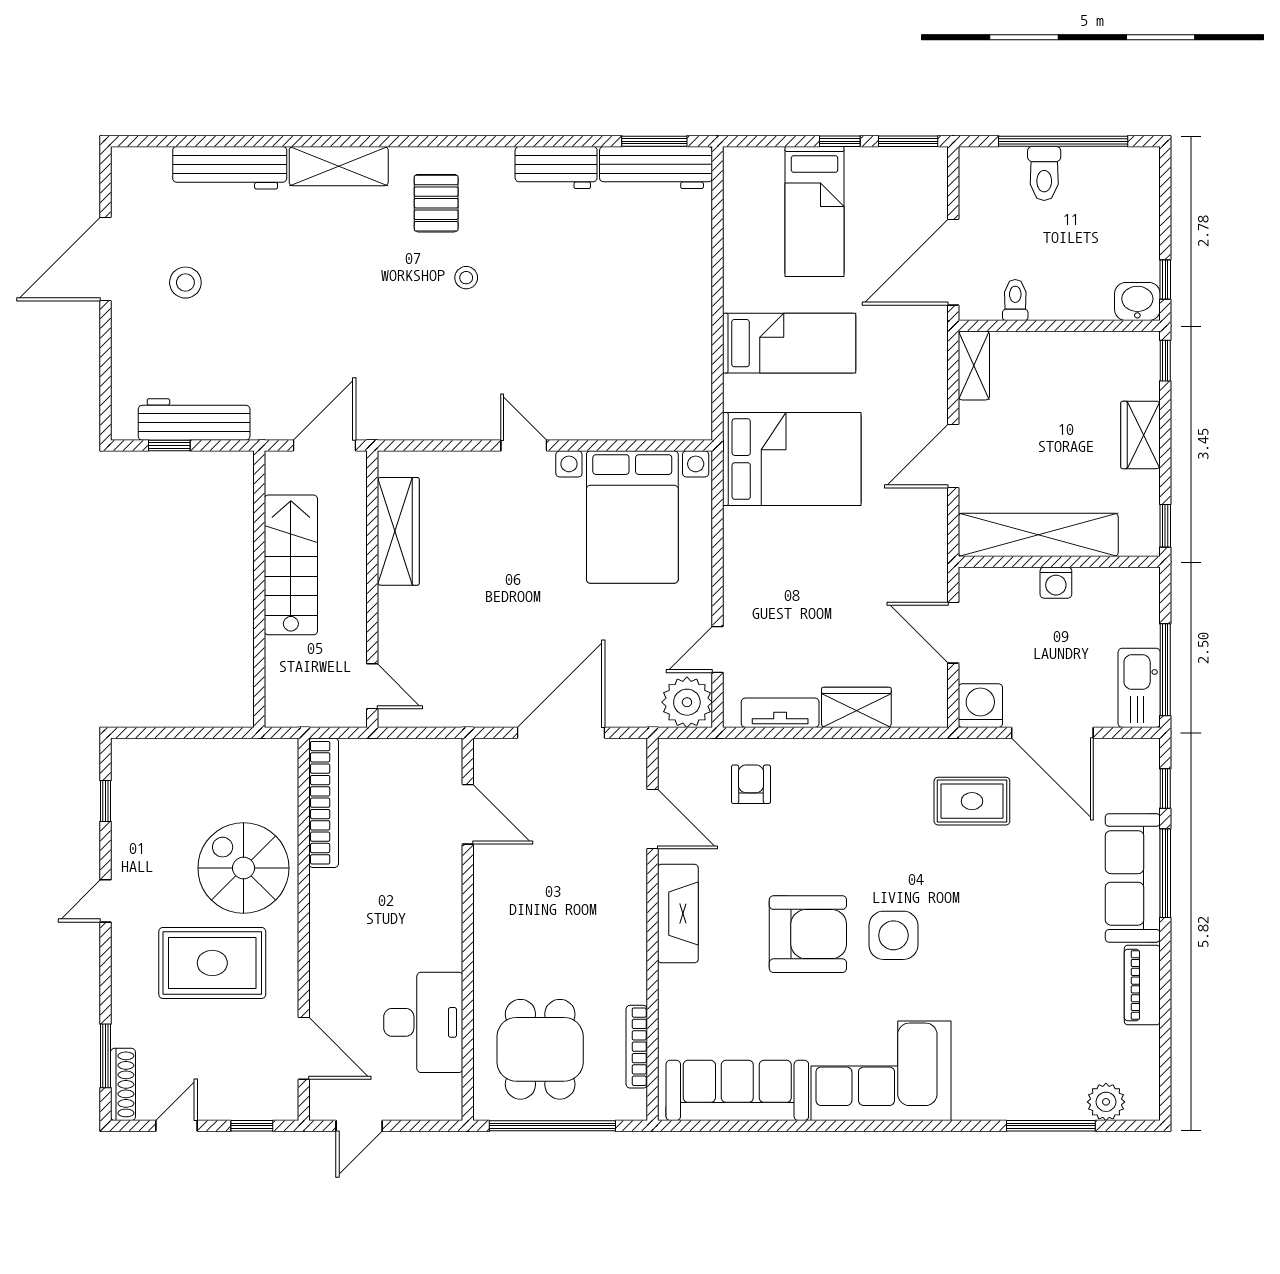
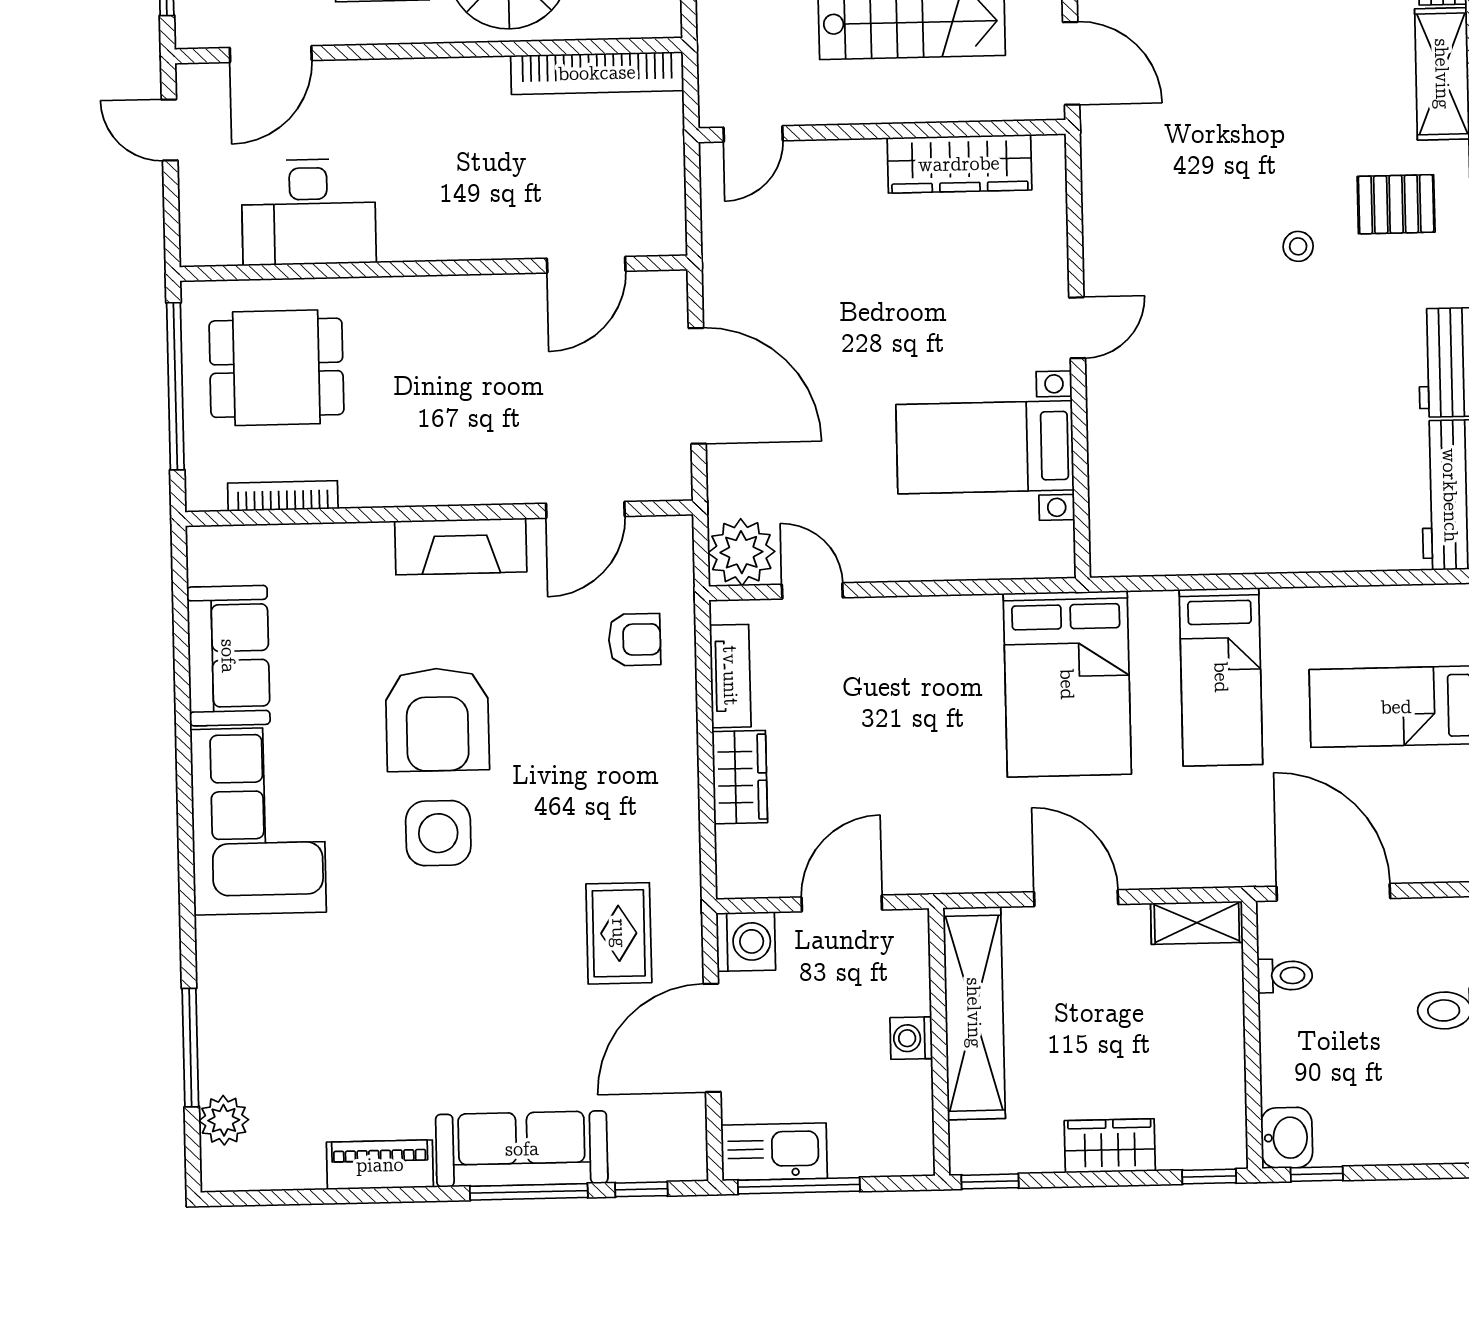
bed with nightstands: (632, 517) -> (985, 447), width x0.73
sofa: (737, 1090) -> (228, 656), width x0.73

